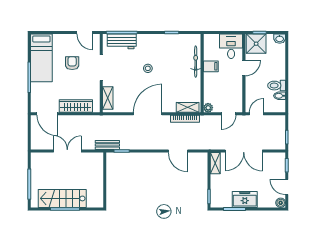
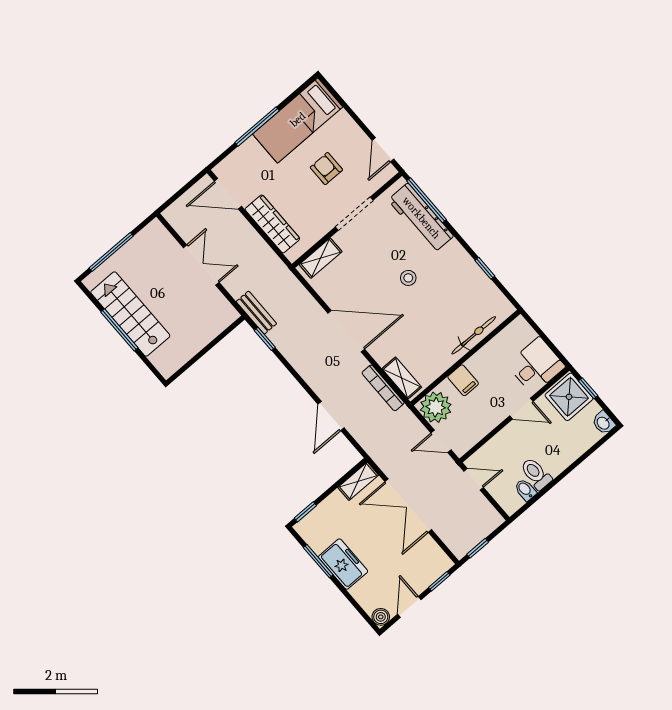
workbench: (122, 41) -> (421, 218), width x1.38
armchair: (72, 63) -> (326, 169), turned -90
filing cabinet: (211, 66) -> (463, 380), moved
plant: (208, 108) -> (436, 407), width x1.88, depth x1.88
door: (47, 114) -> (228, 194), hinge flipped

